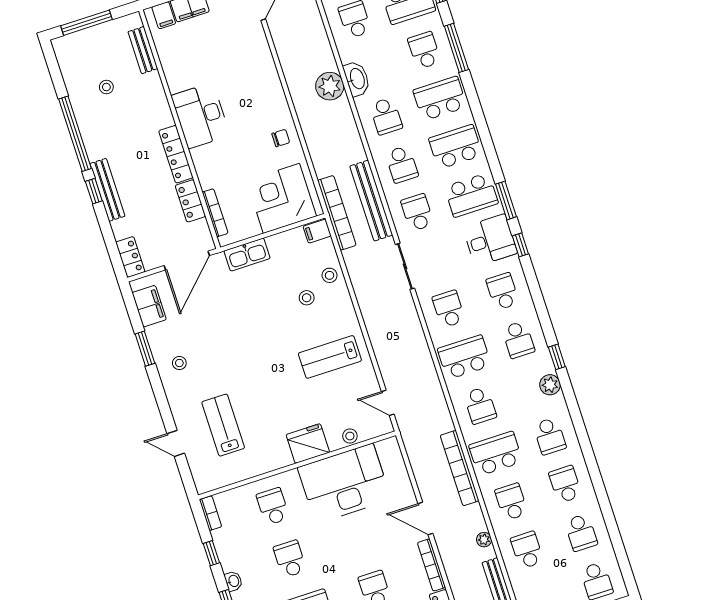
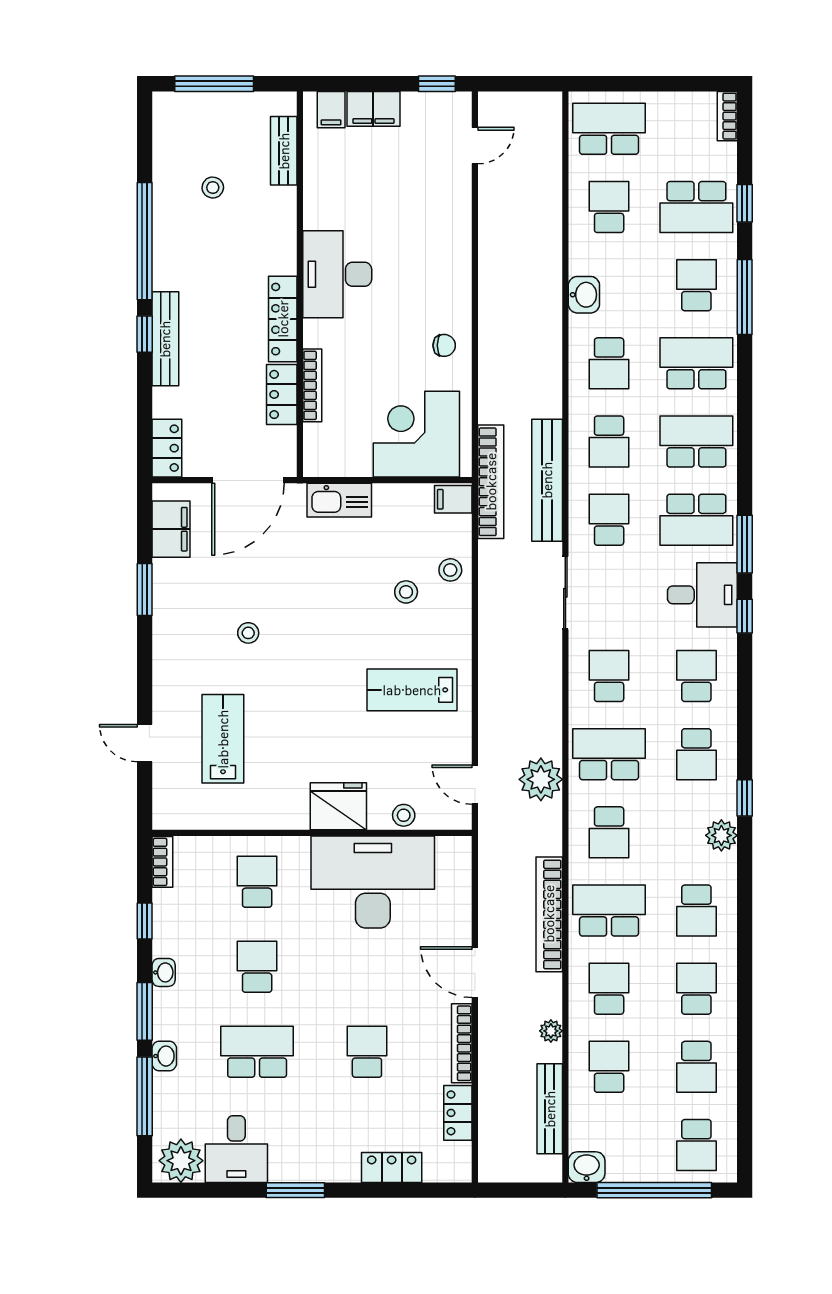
washbasin: (357, 79) -> (584, 295), width x0.72
plant: (330, 86) -> (541, 779), moved
bookcase: (215, 213) -> (312, 385), moved
stool: (179, 363) -> (248, 633), moved

